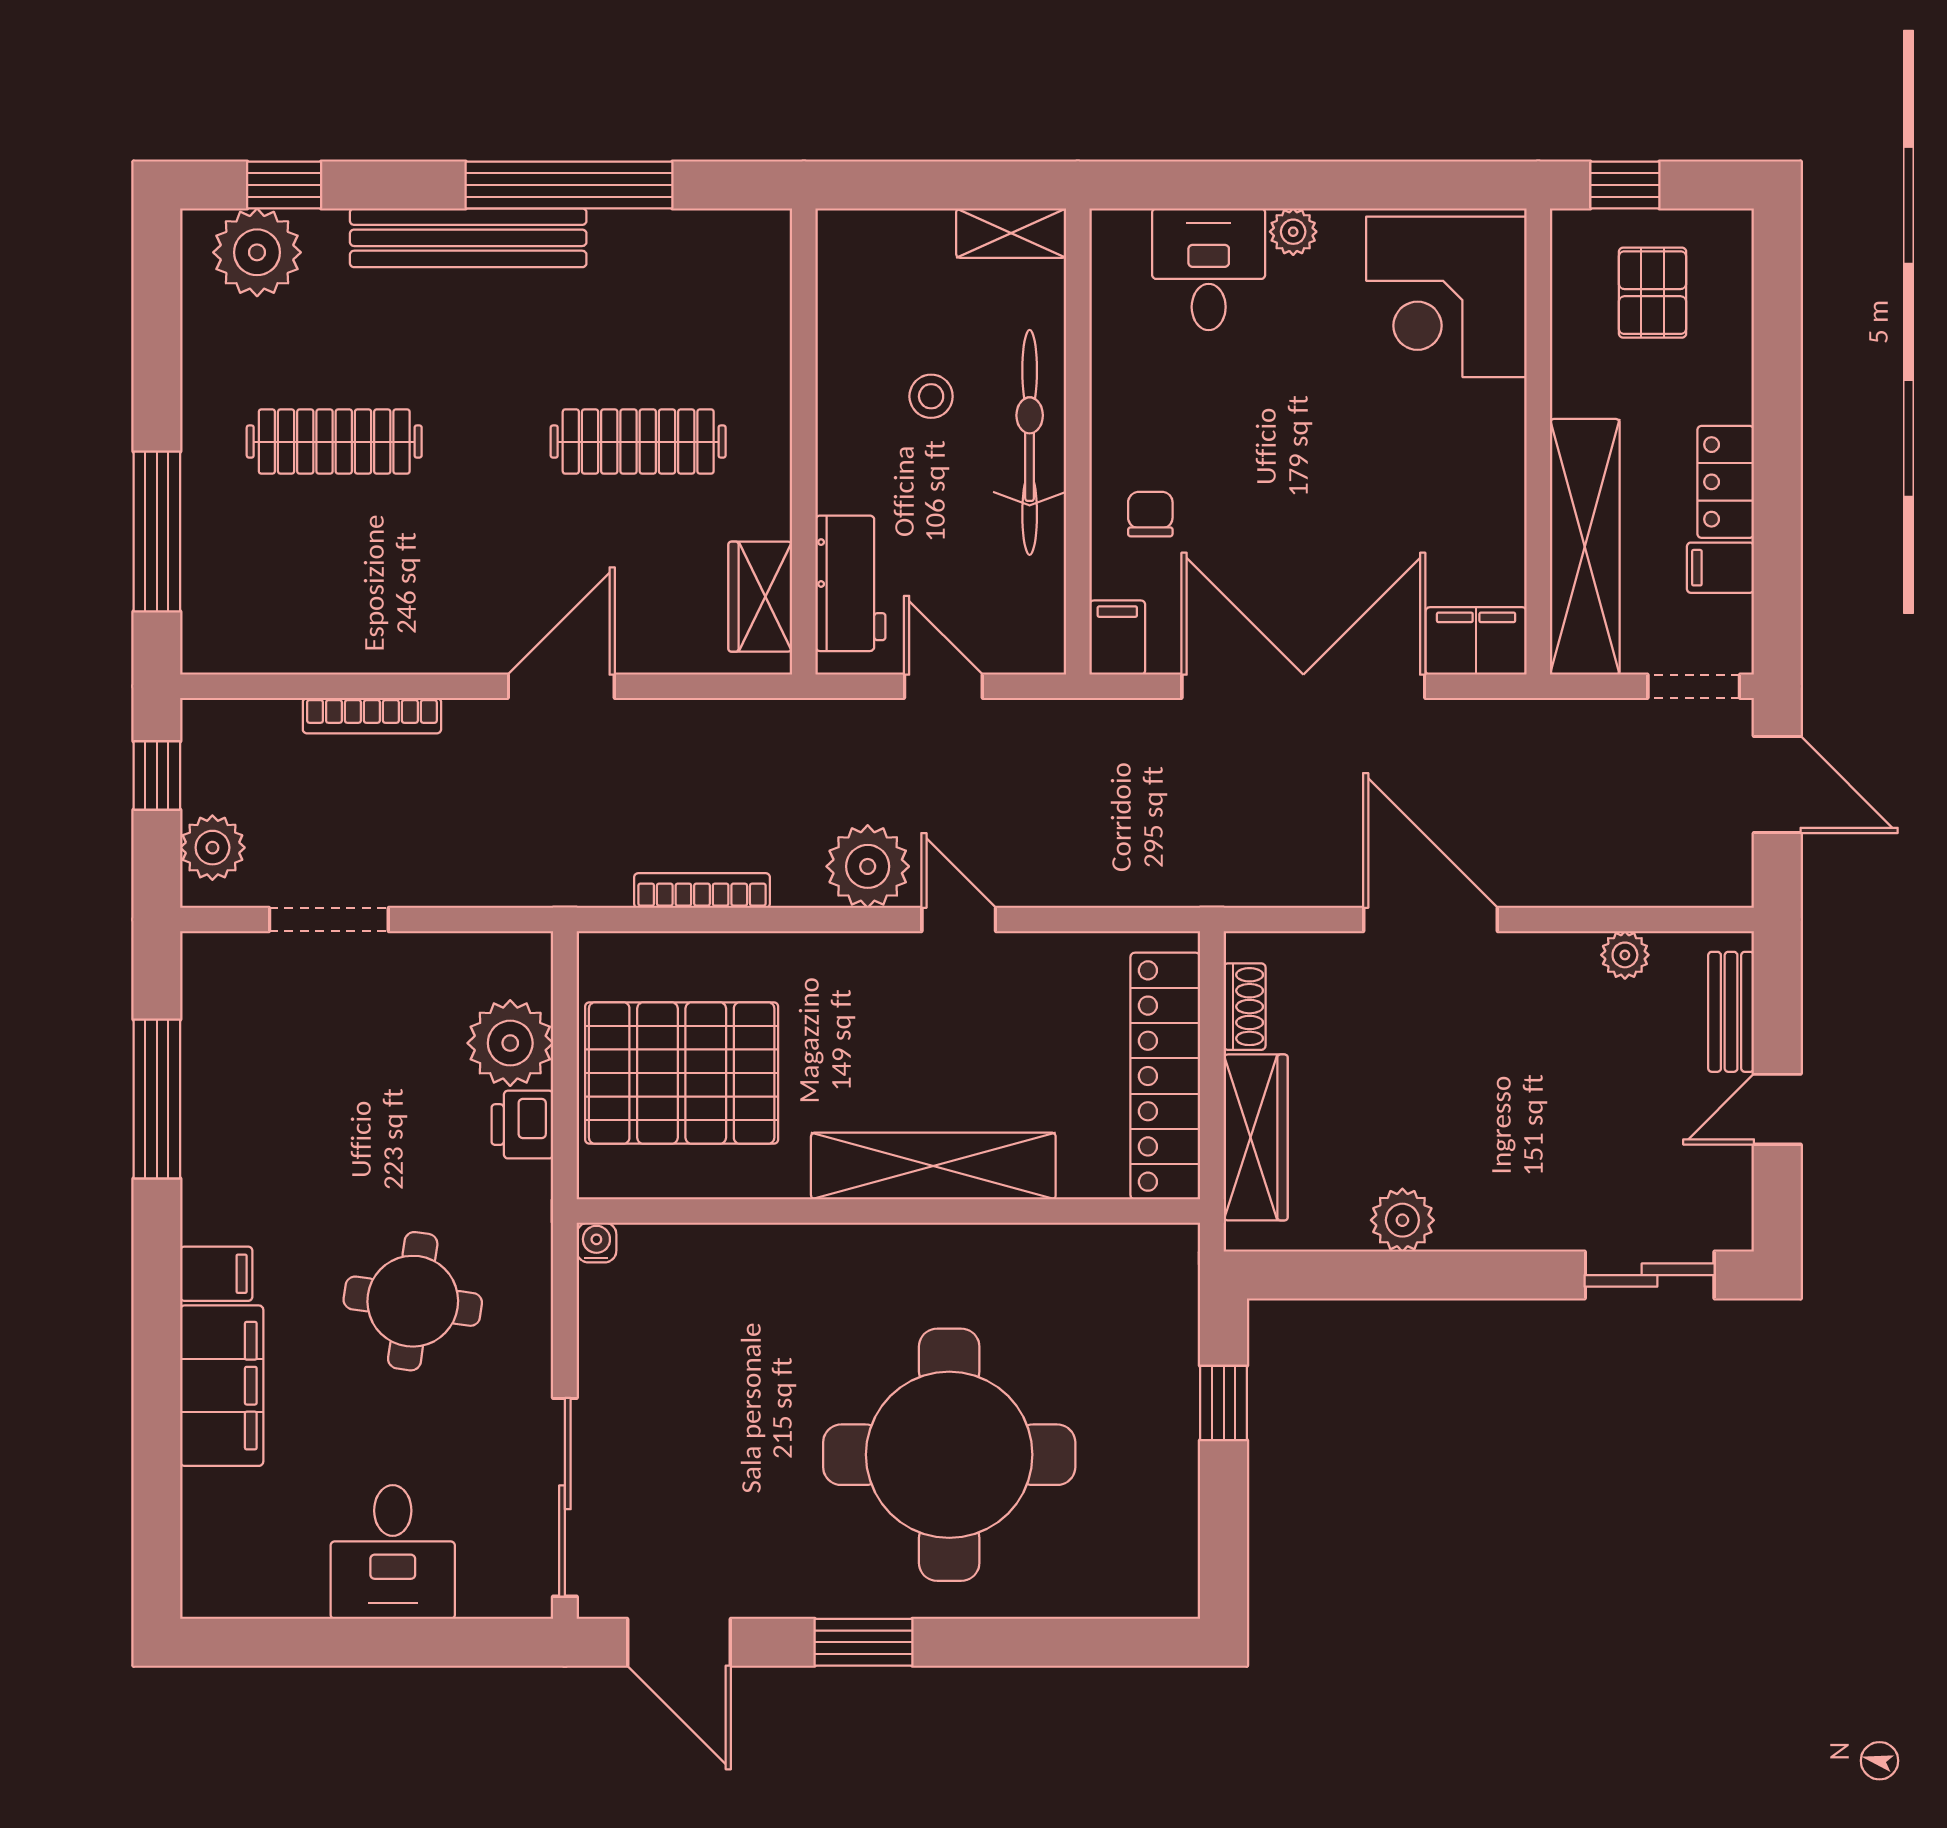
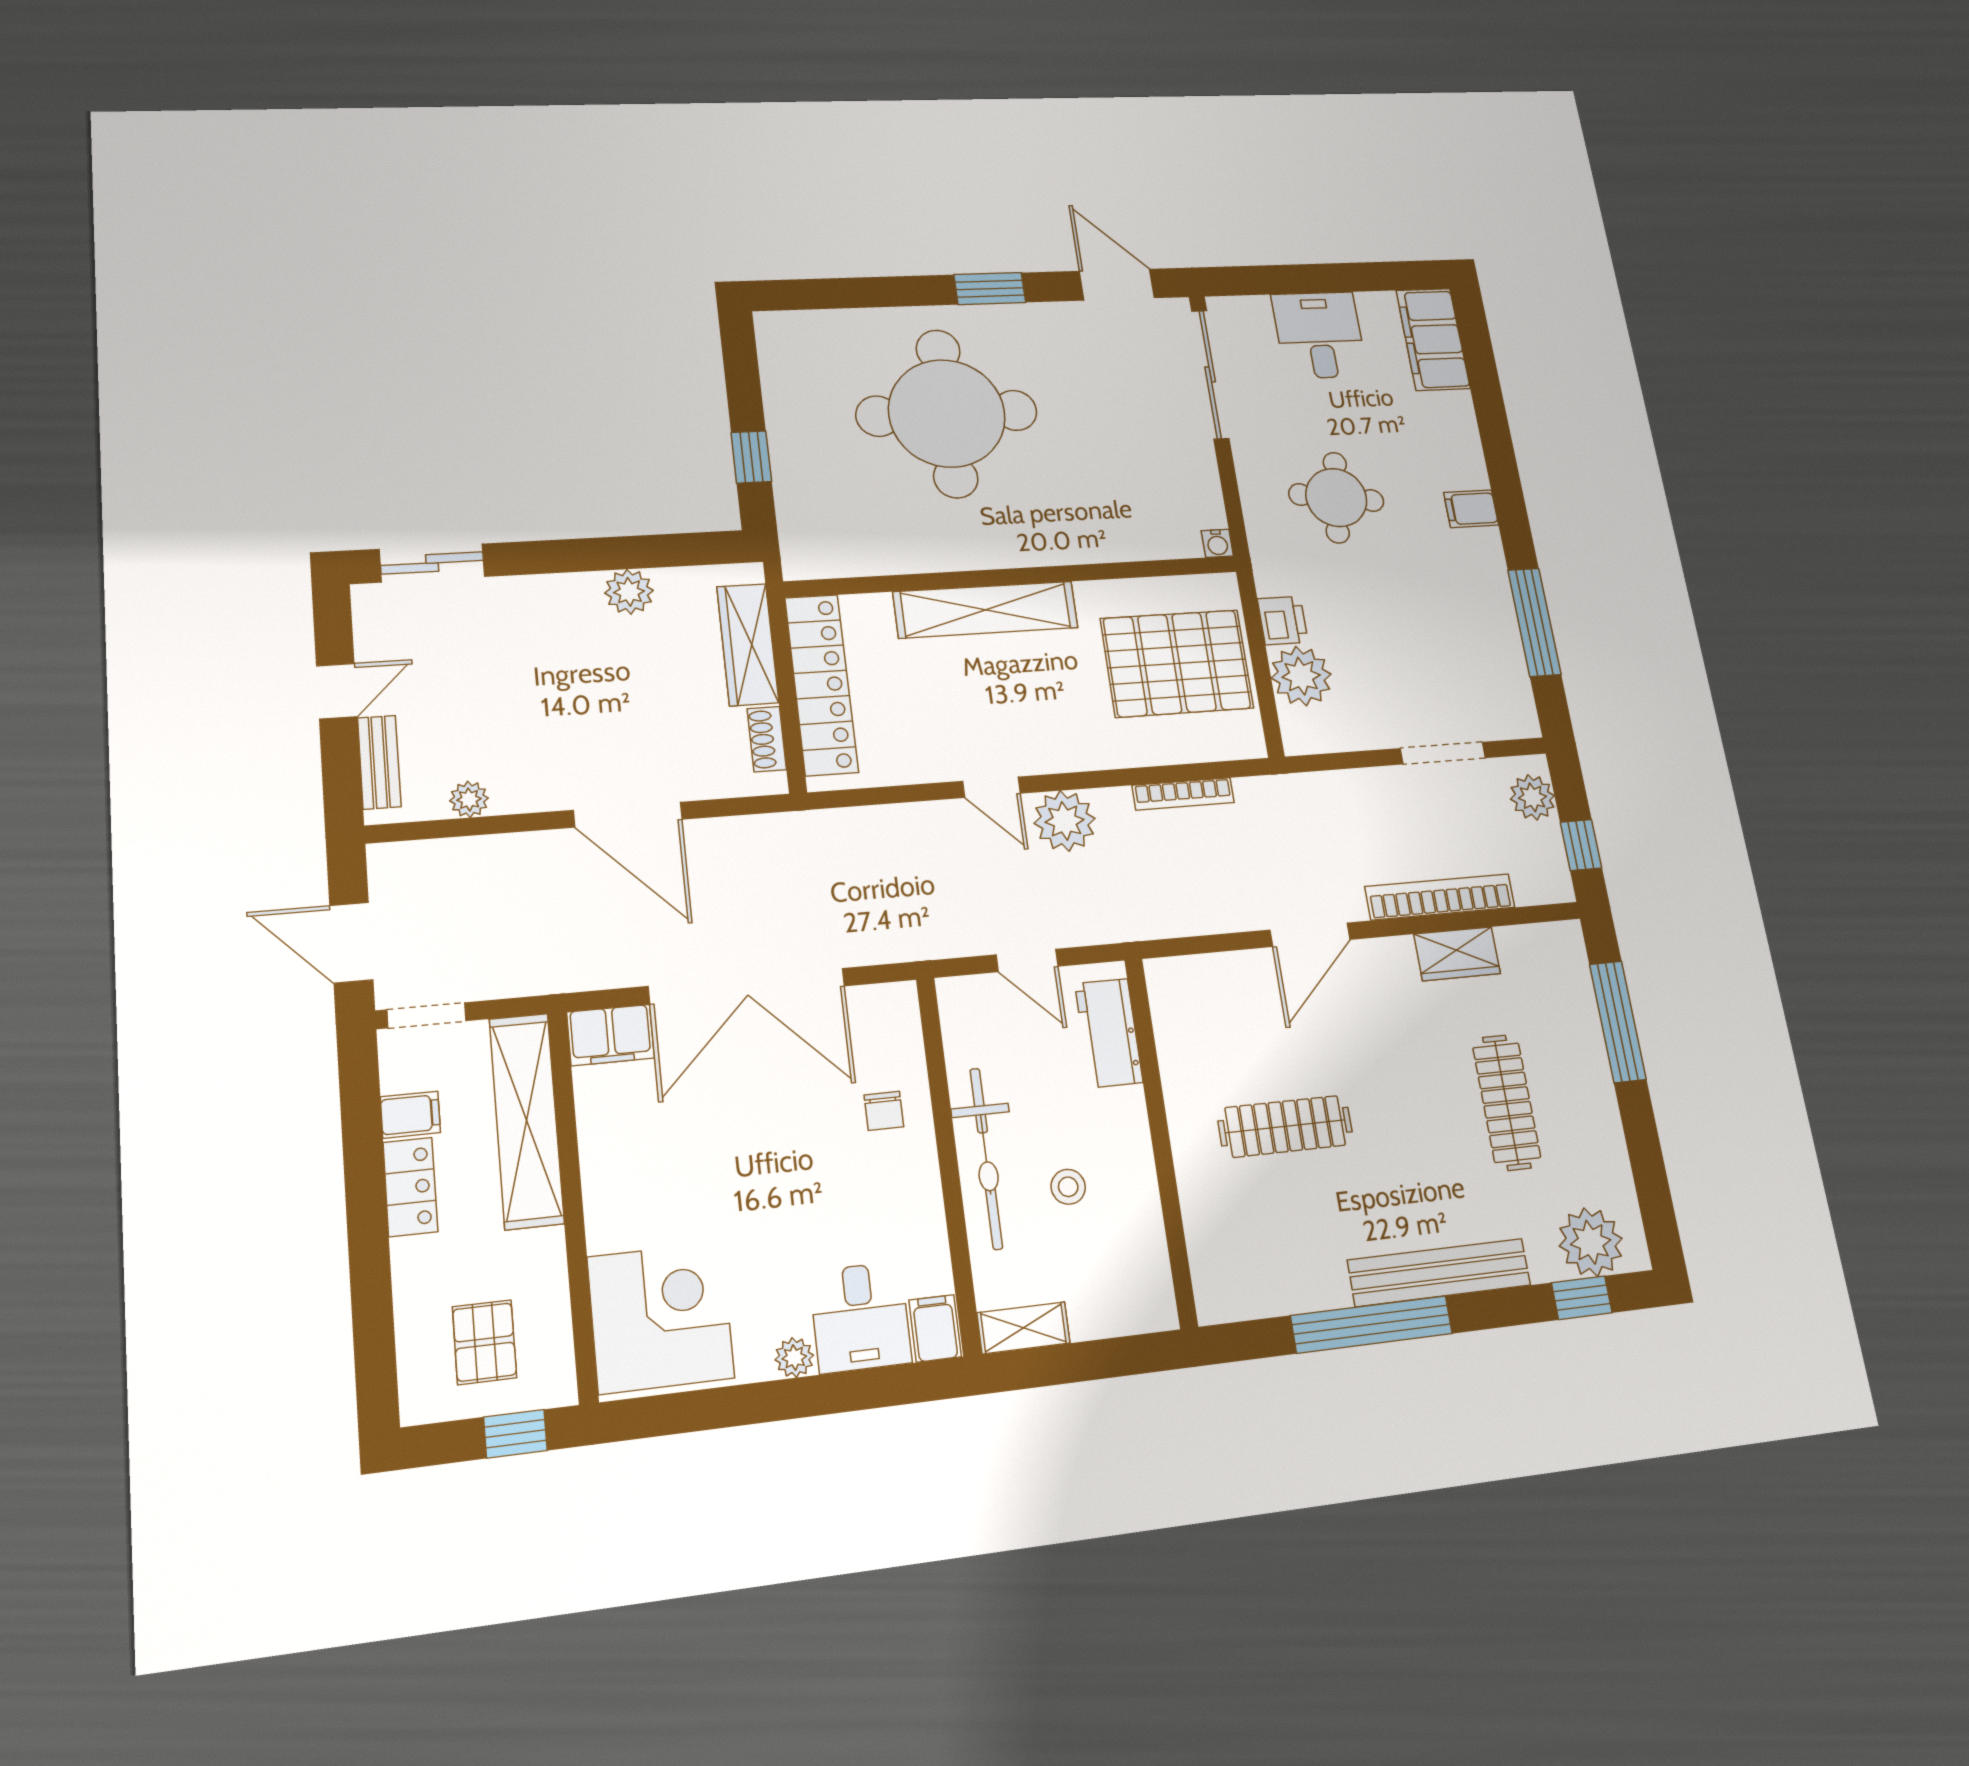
clothes rail: (334, 442) -> (1507, 1102), turned 90
wardrobe: (760, 597) -> (1457, 954), moved, turned 90
filing cabinet: (1117, 638) -> (935, 1328), moved, turned 180
bookcase: (372, 716) -> (1440, 897), width x1.48, depth x1.31
filing cabinet: (222, 1386) -> (1433, 339), moved

